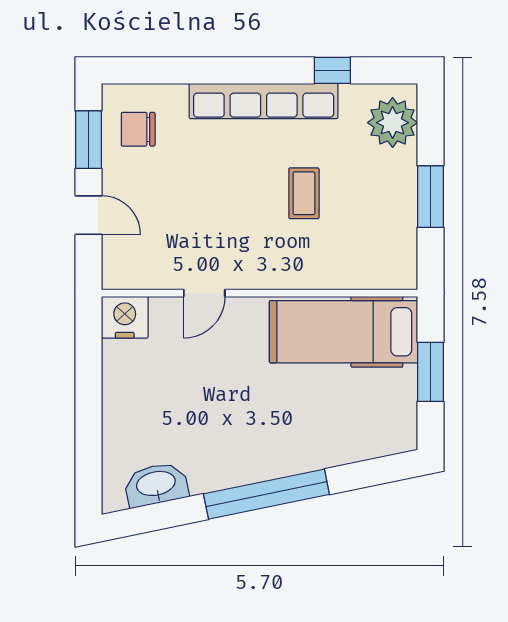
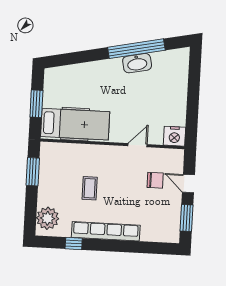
chair: (138, 129) -> (155, 180), moved
window: (430, 197) -> (33, 172), moved
washbasin: (156, 485) -> (137, 63), moved
window: (266, 494) -> (136, 49), moved

